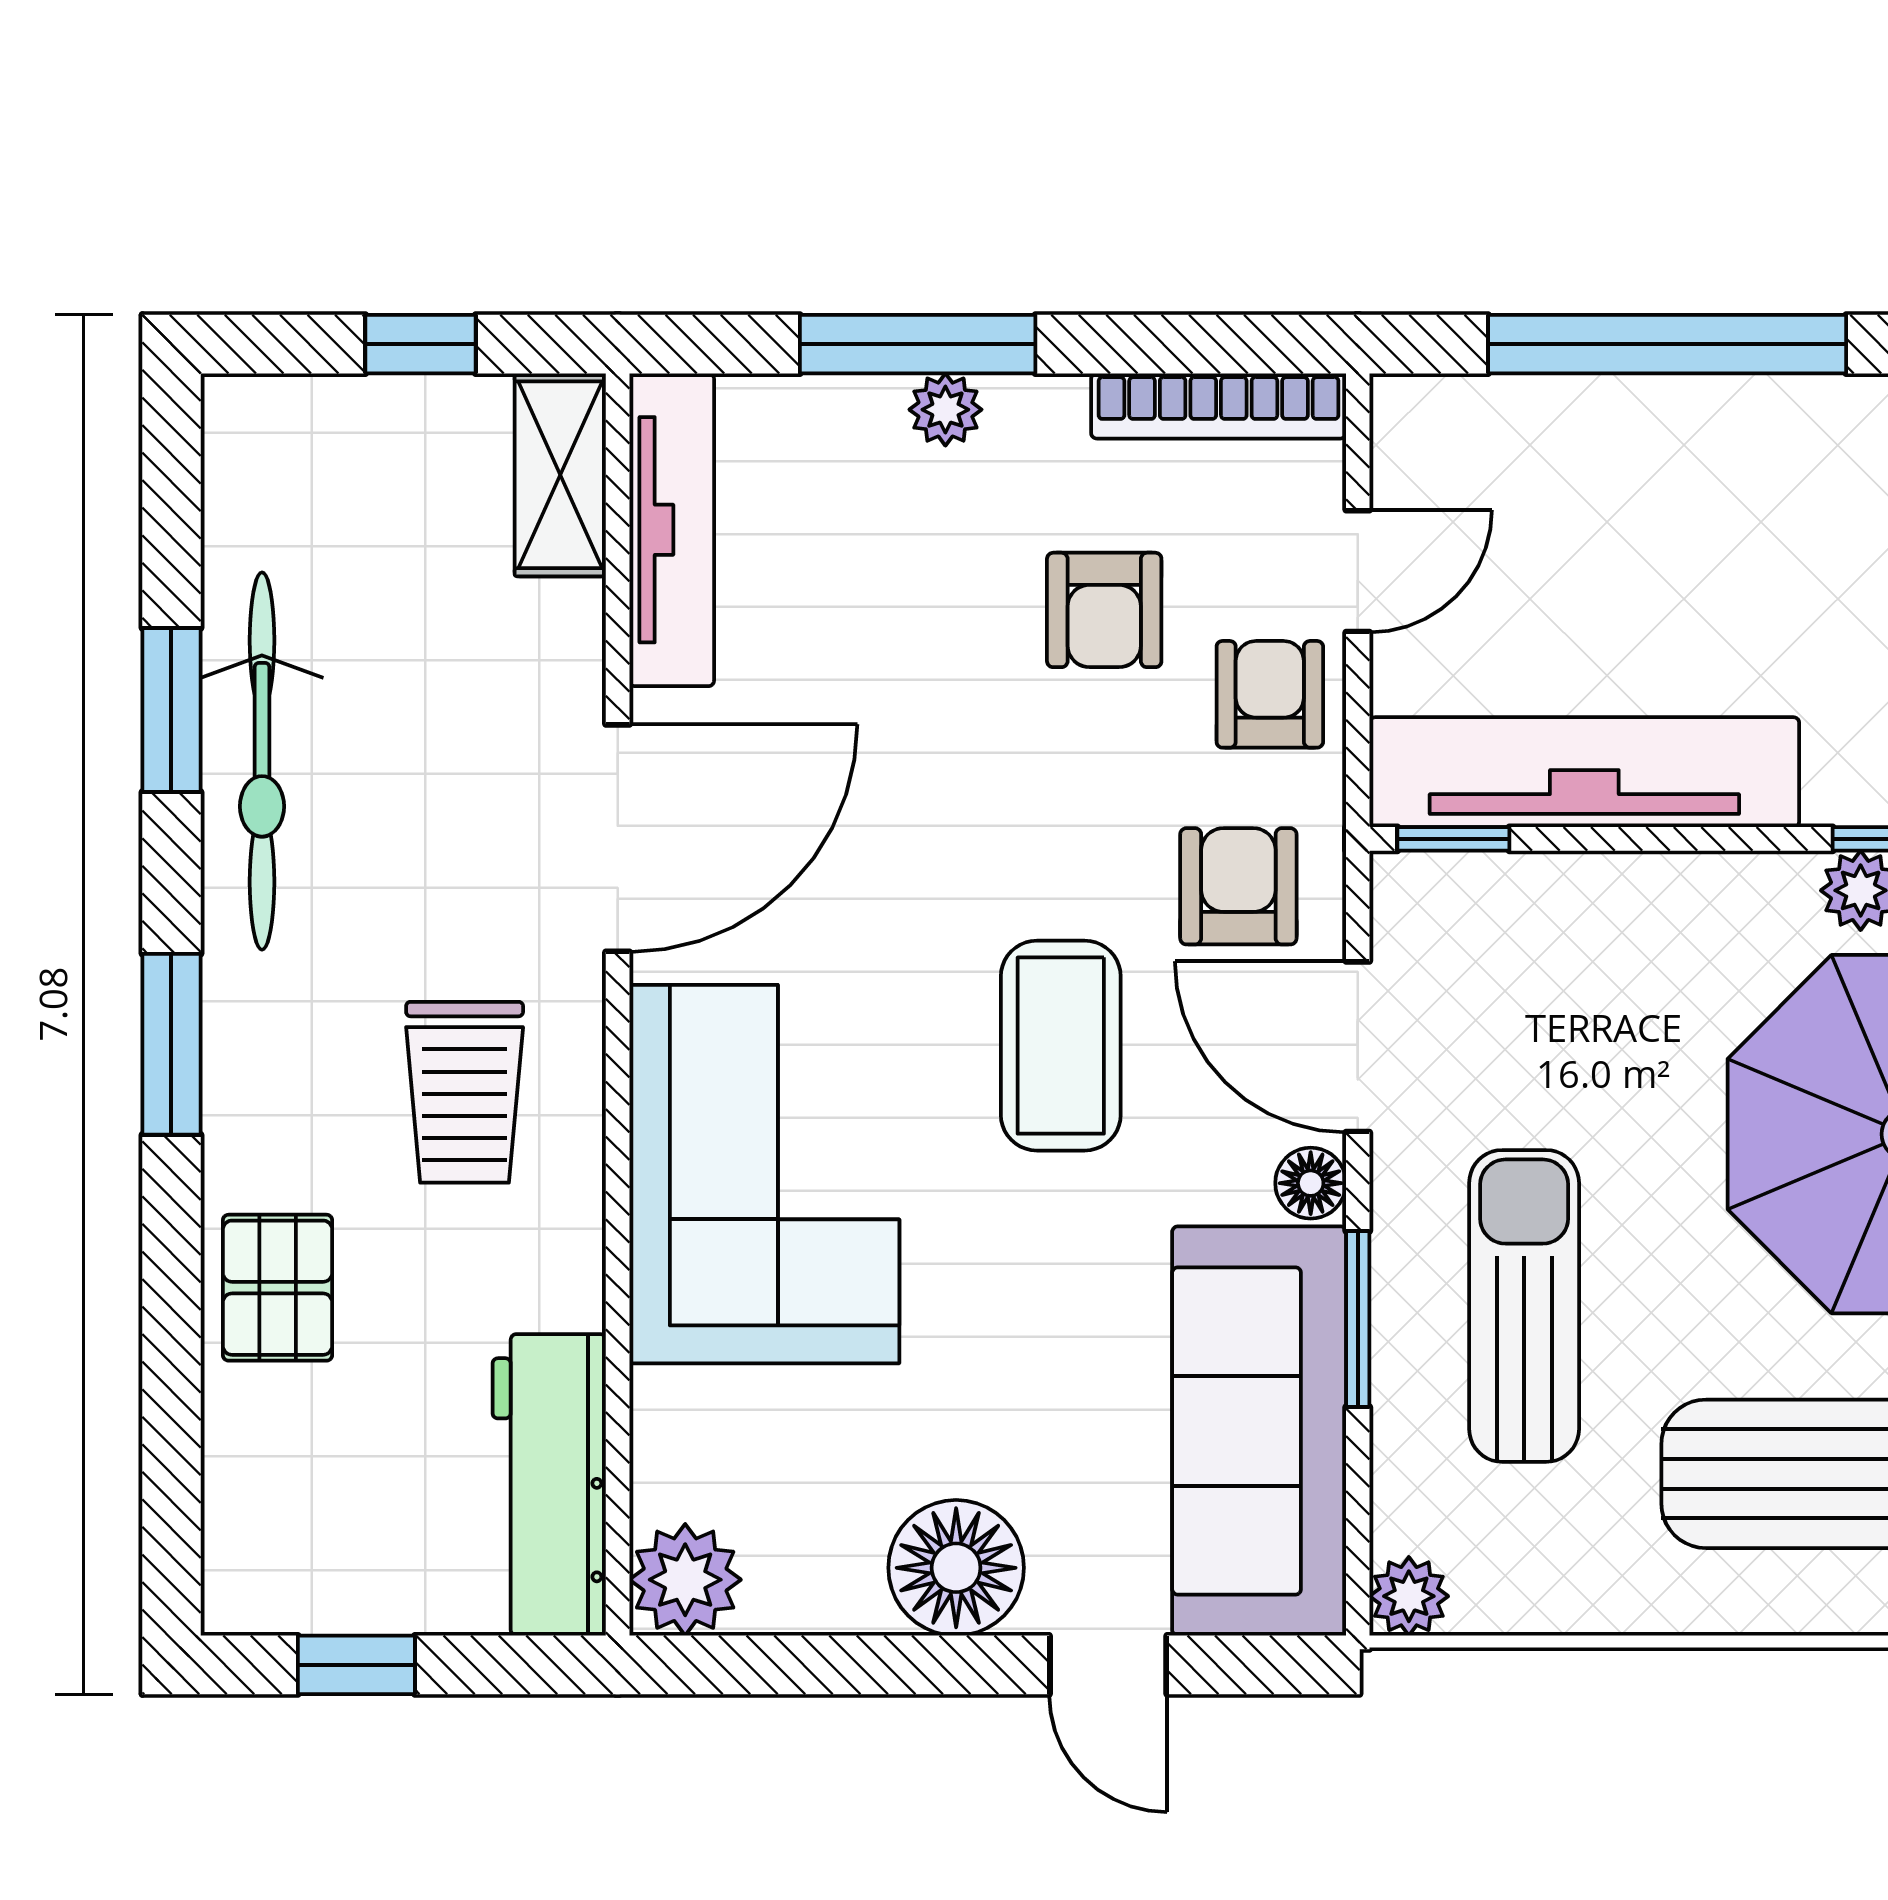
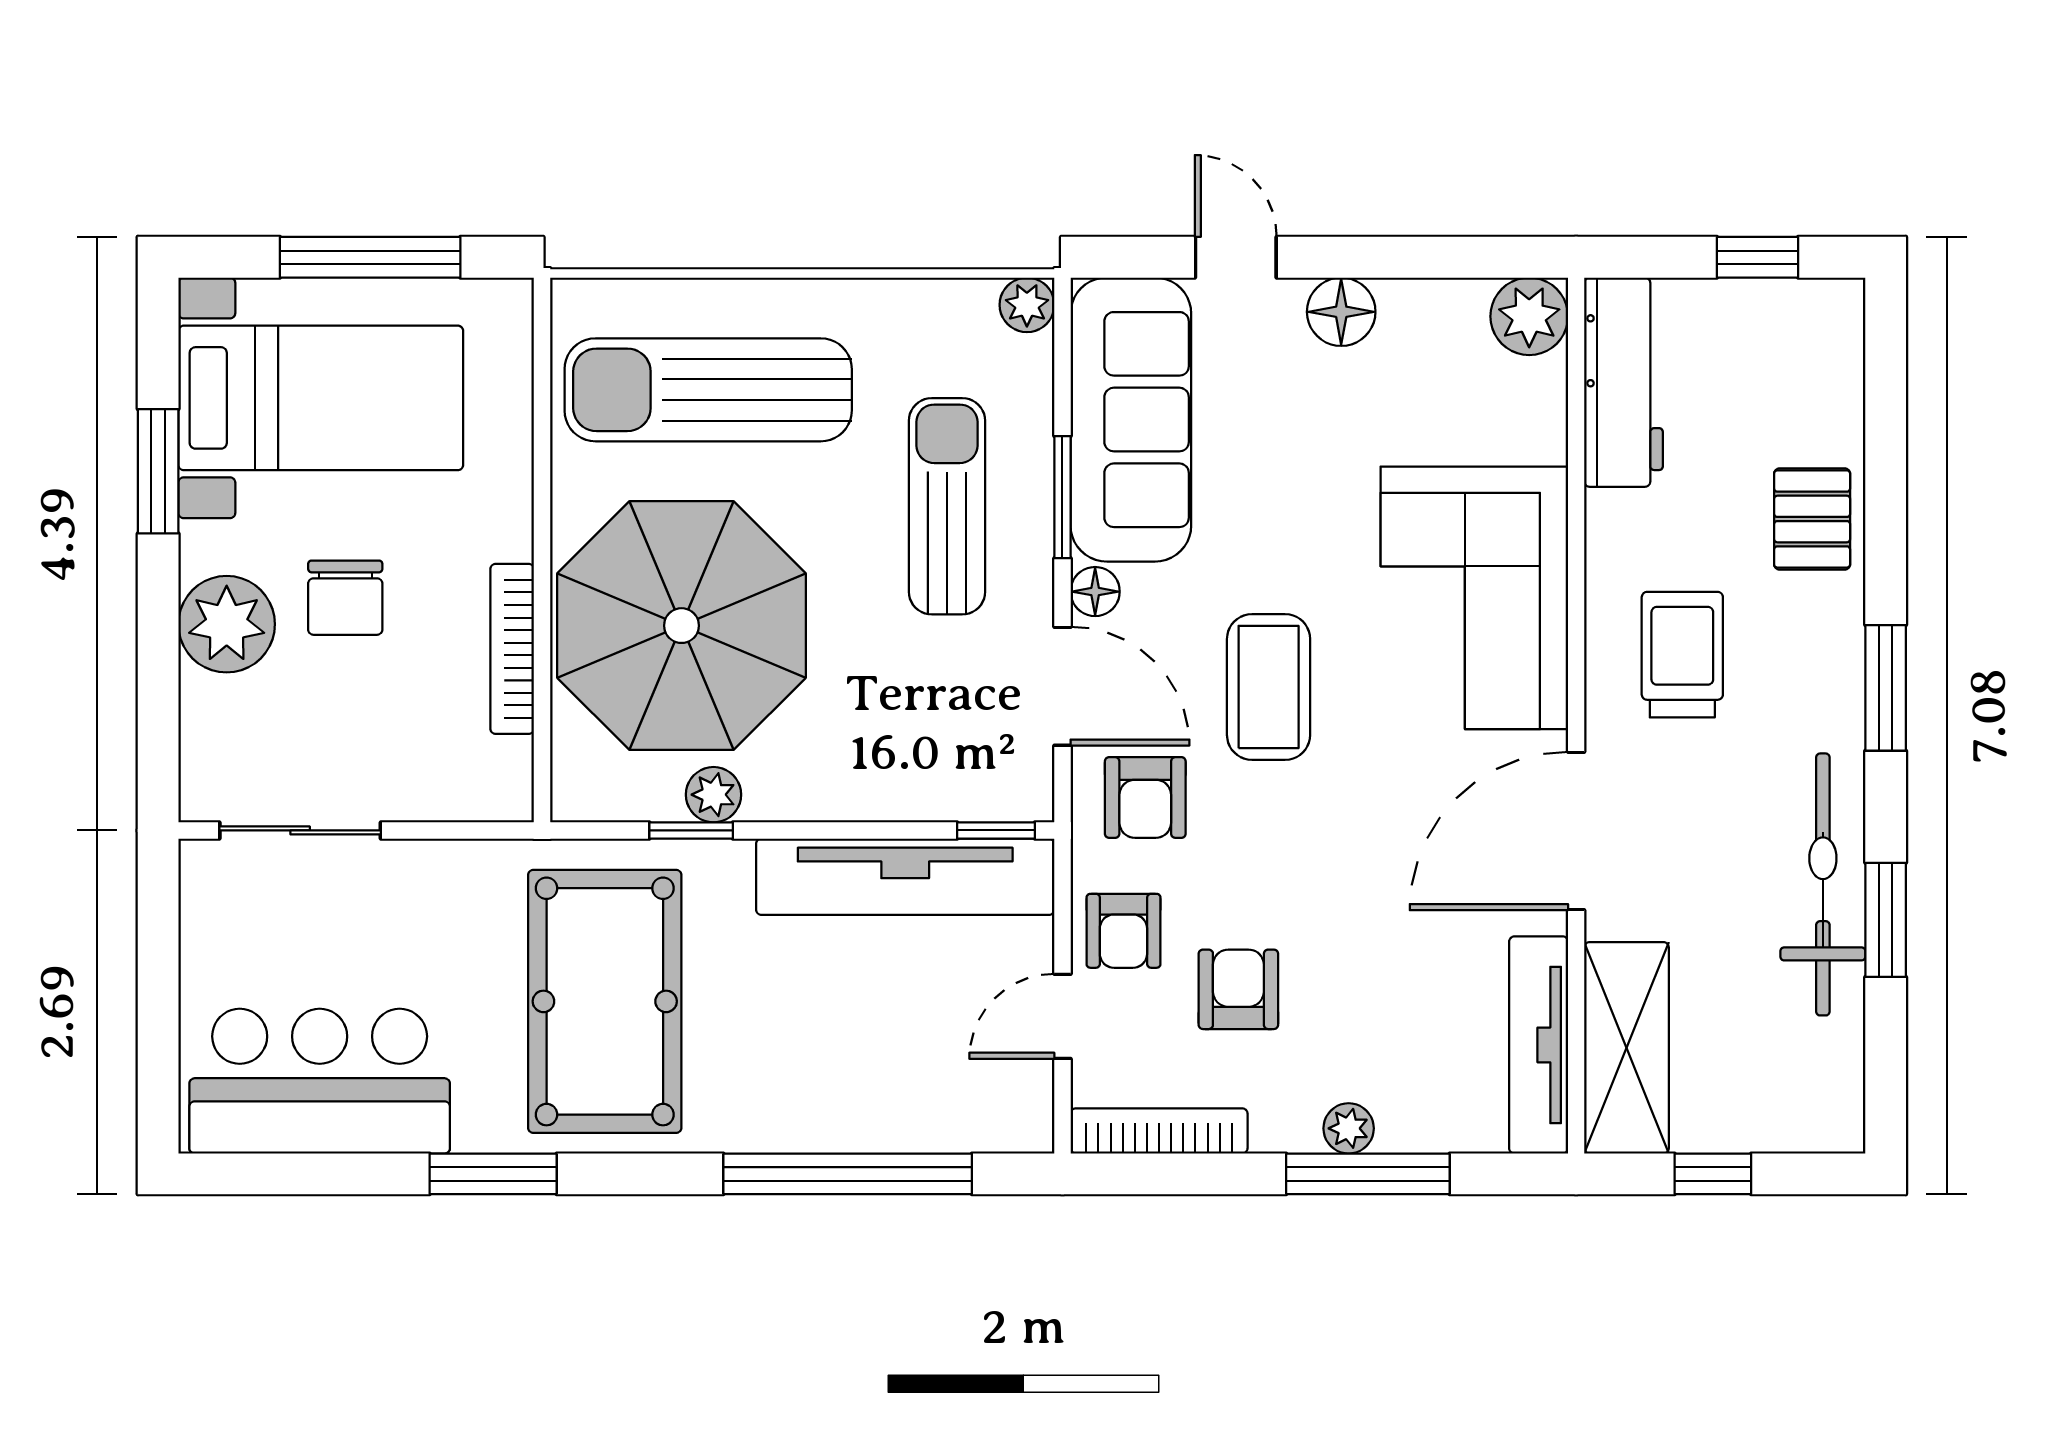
shelving: (560, 475) -> (1627, 1048), width x1.50, depth x1.33
sun lounger: (1524, 1306) -> (947, 506), turned 180
floor lamp: (956, 1568) -> (1341, 312), width x0.73, depth x0.73

